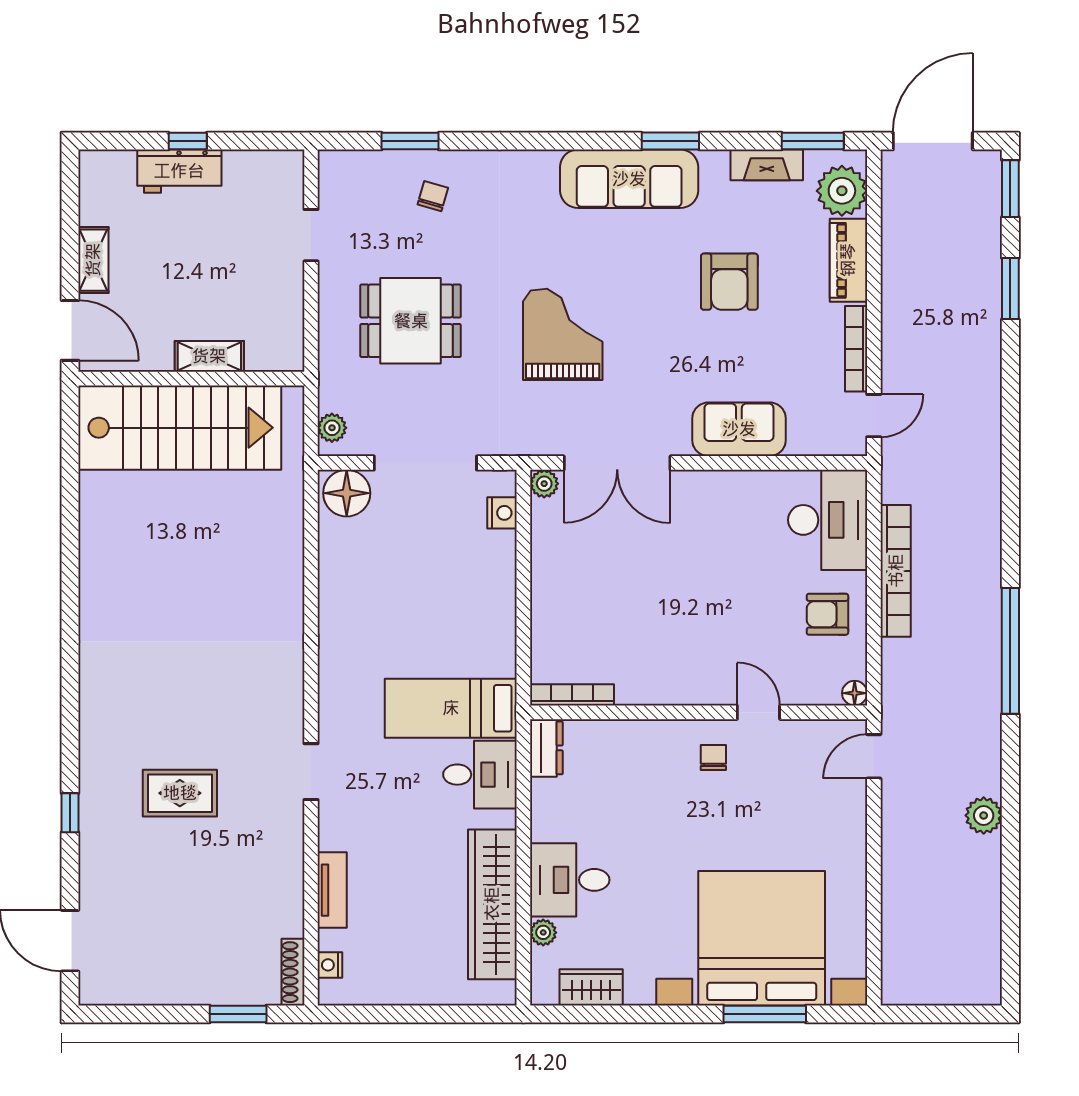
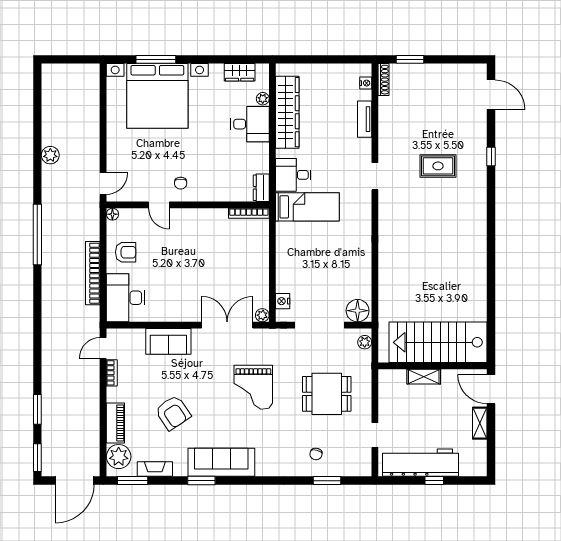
workbench: (179, 171) -> (421, 463), width x1.88, depth x1.32
armchair: (729, 282) -> (173, 413), turned 146
bookcase: (856, 349) -> (112, 373), width x0.64

